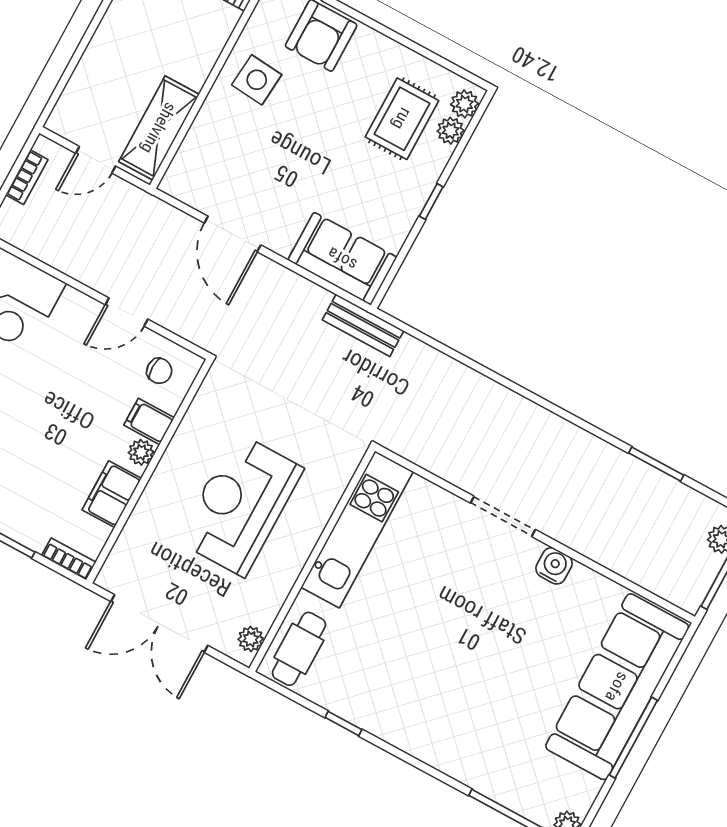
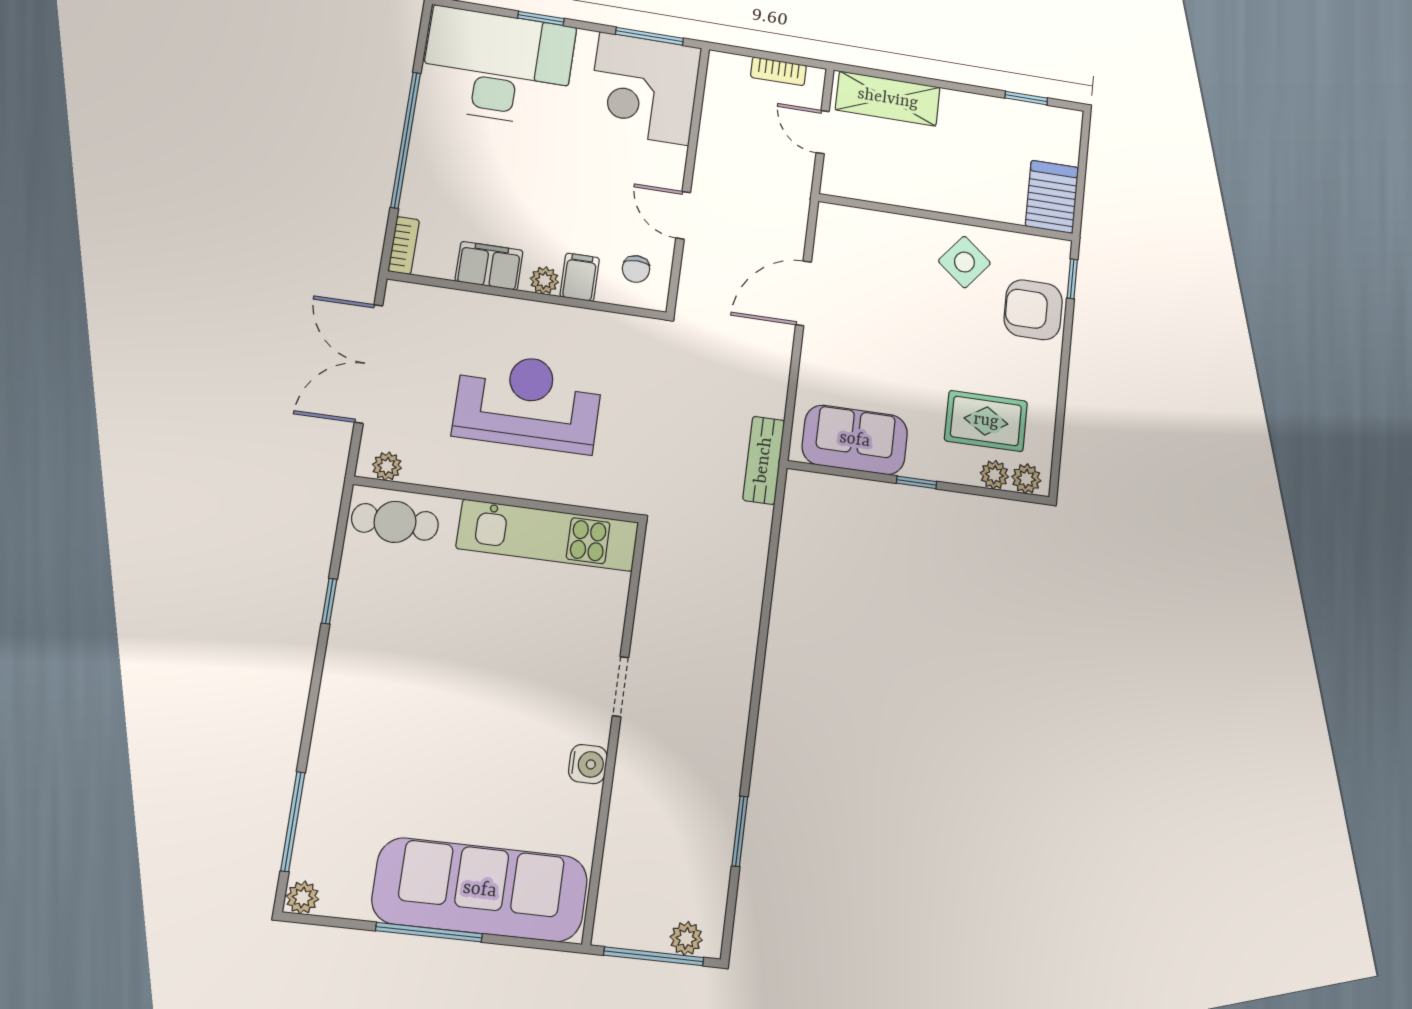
side table: (257, 80) -> (964, 262), turned 34
shelving: (159, 128) -> (888, 99), moved
sofa: (342, 259) -> (855, 440), moved, turned -90
doorway: (503, 516) -> (621, 687), width x0.73

